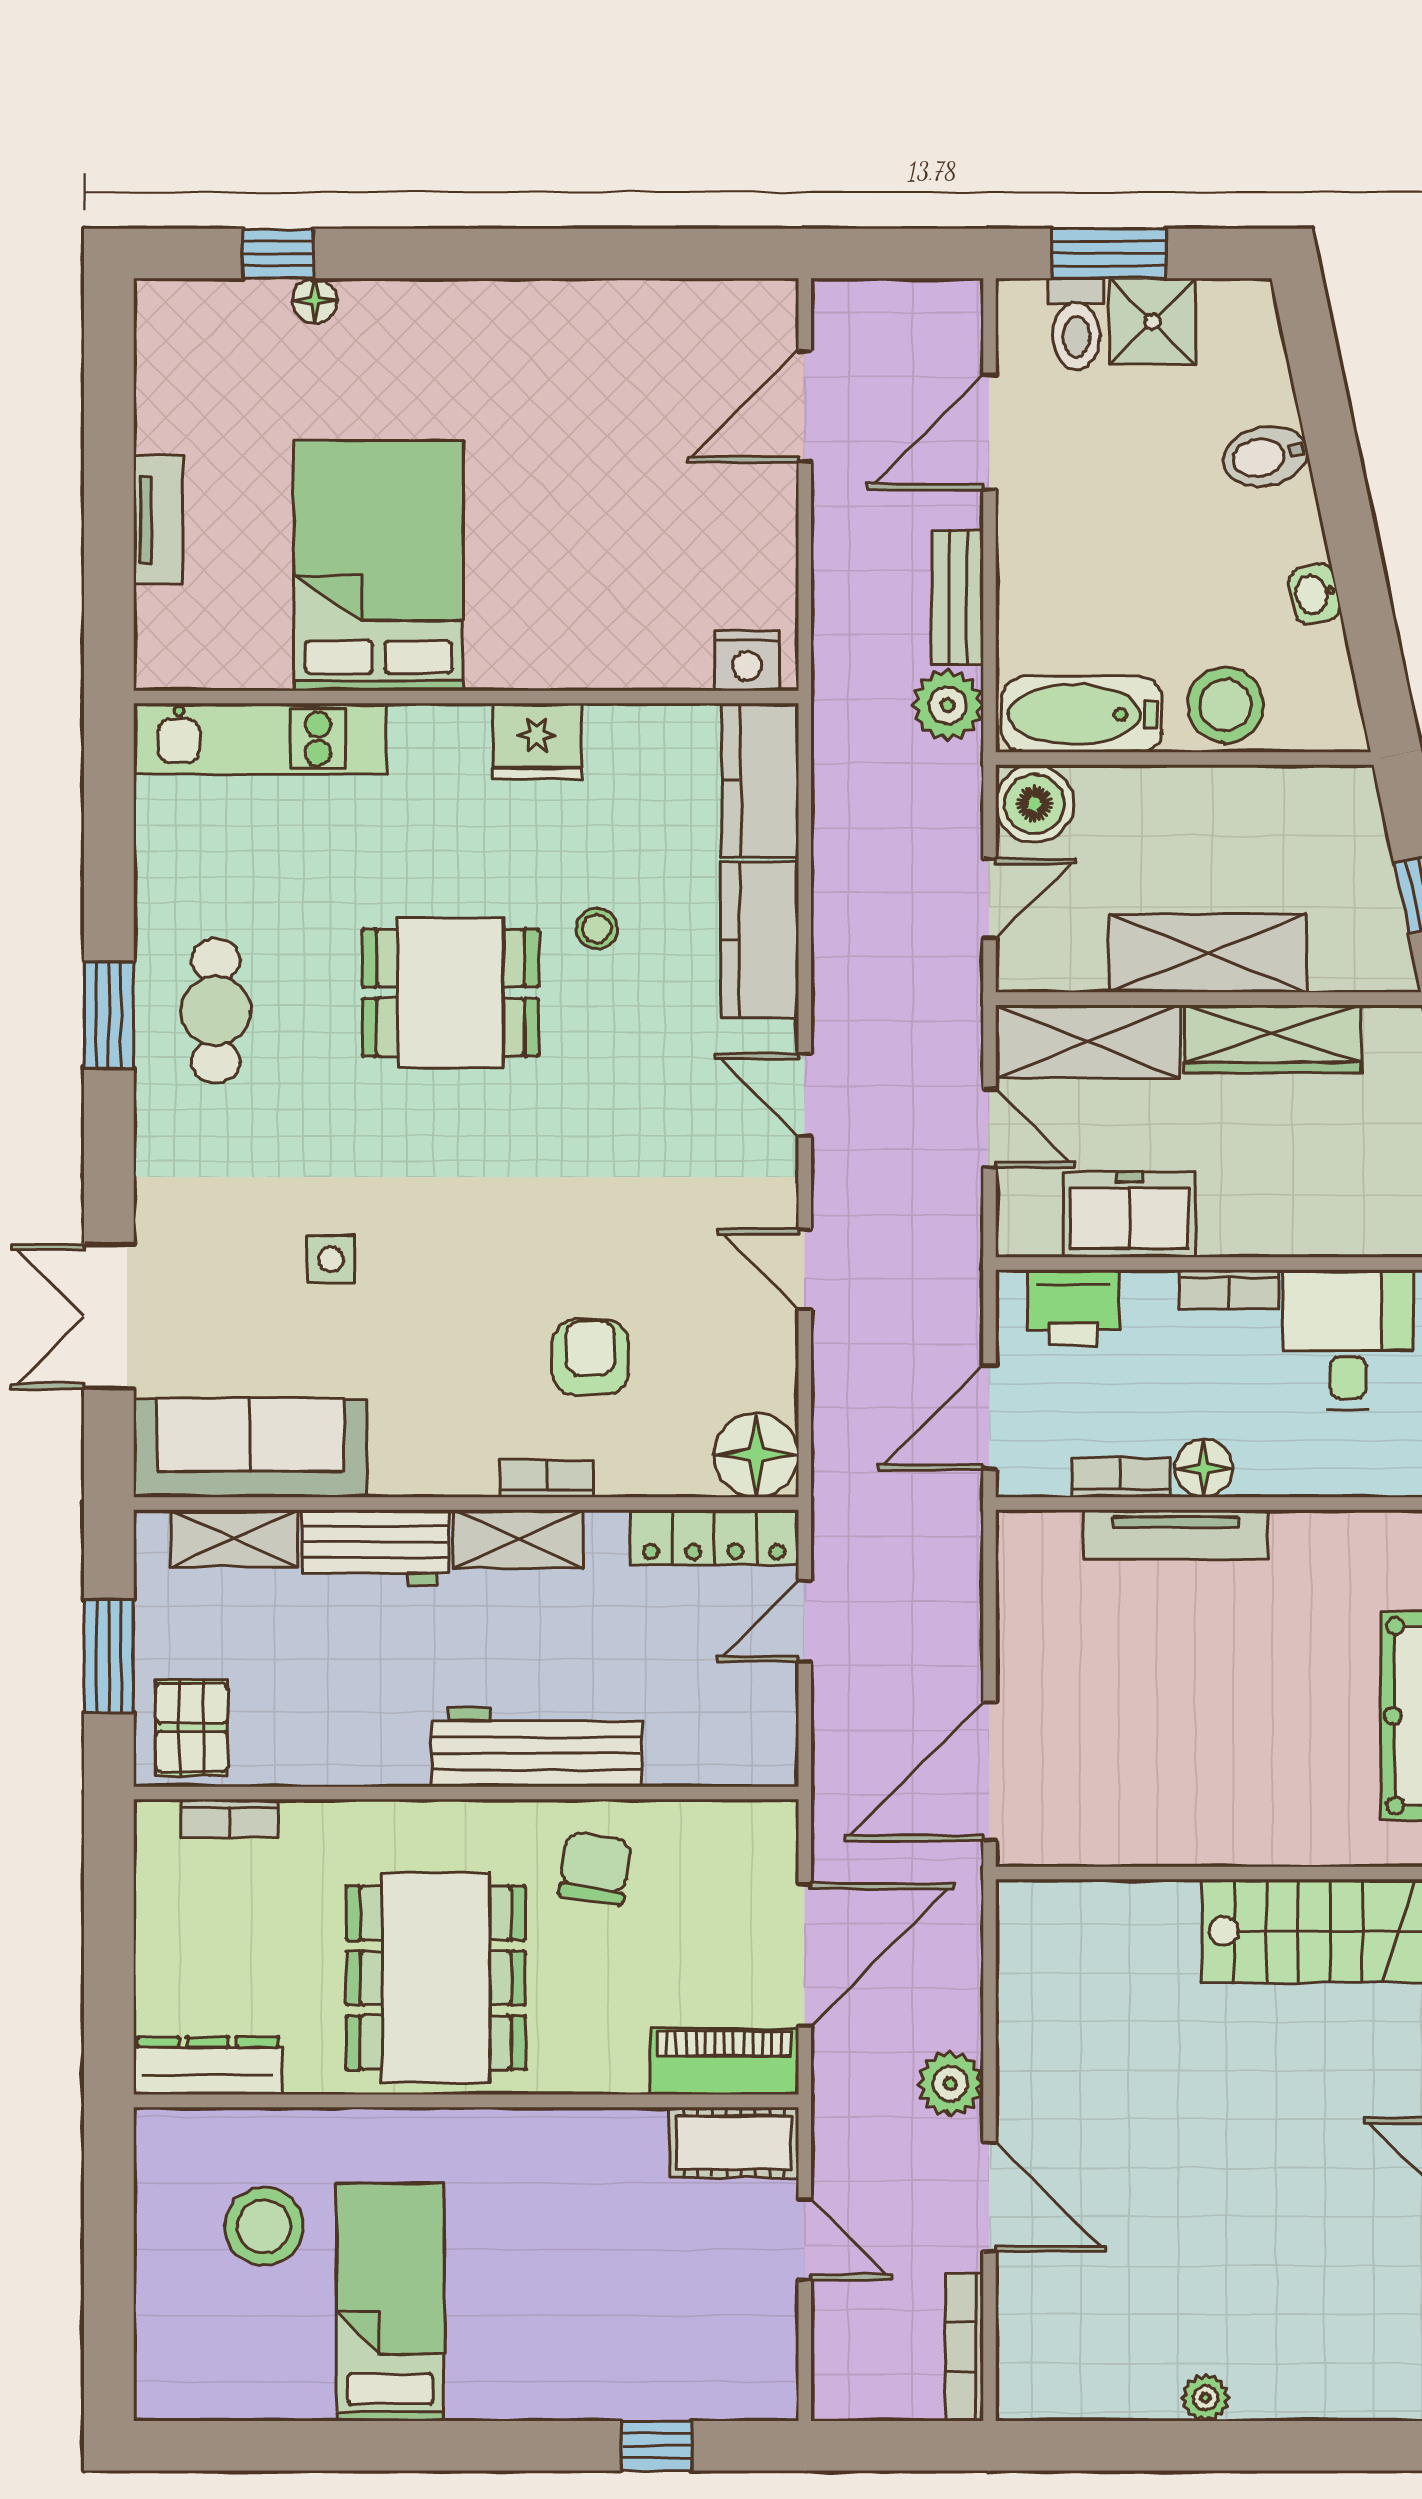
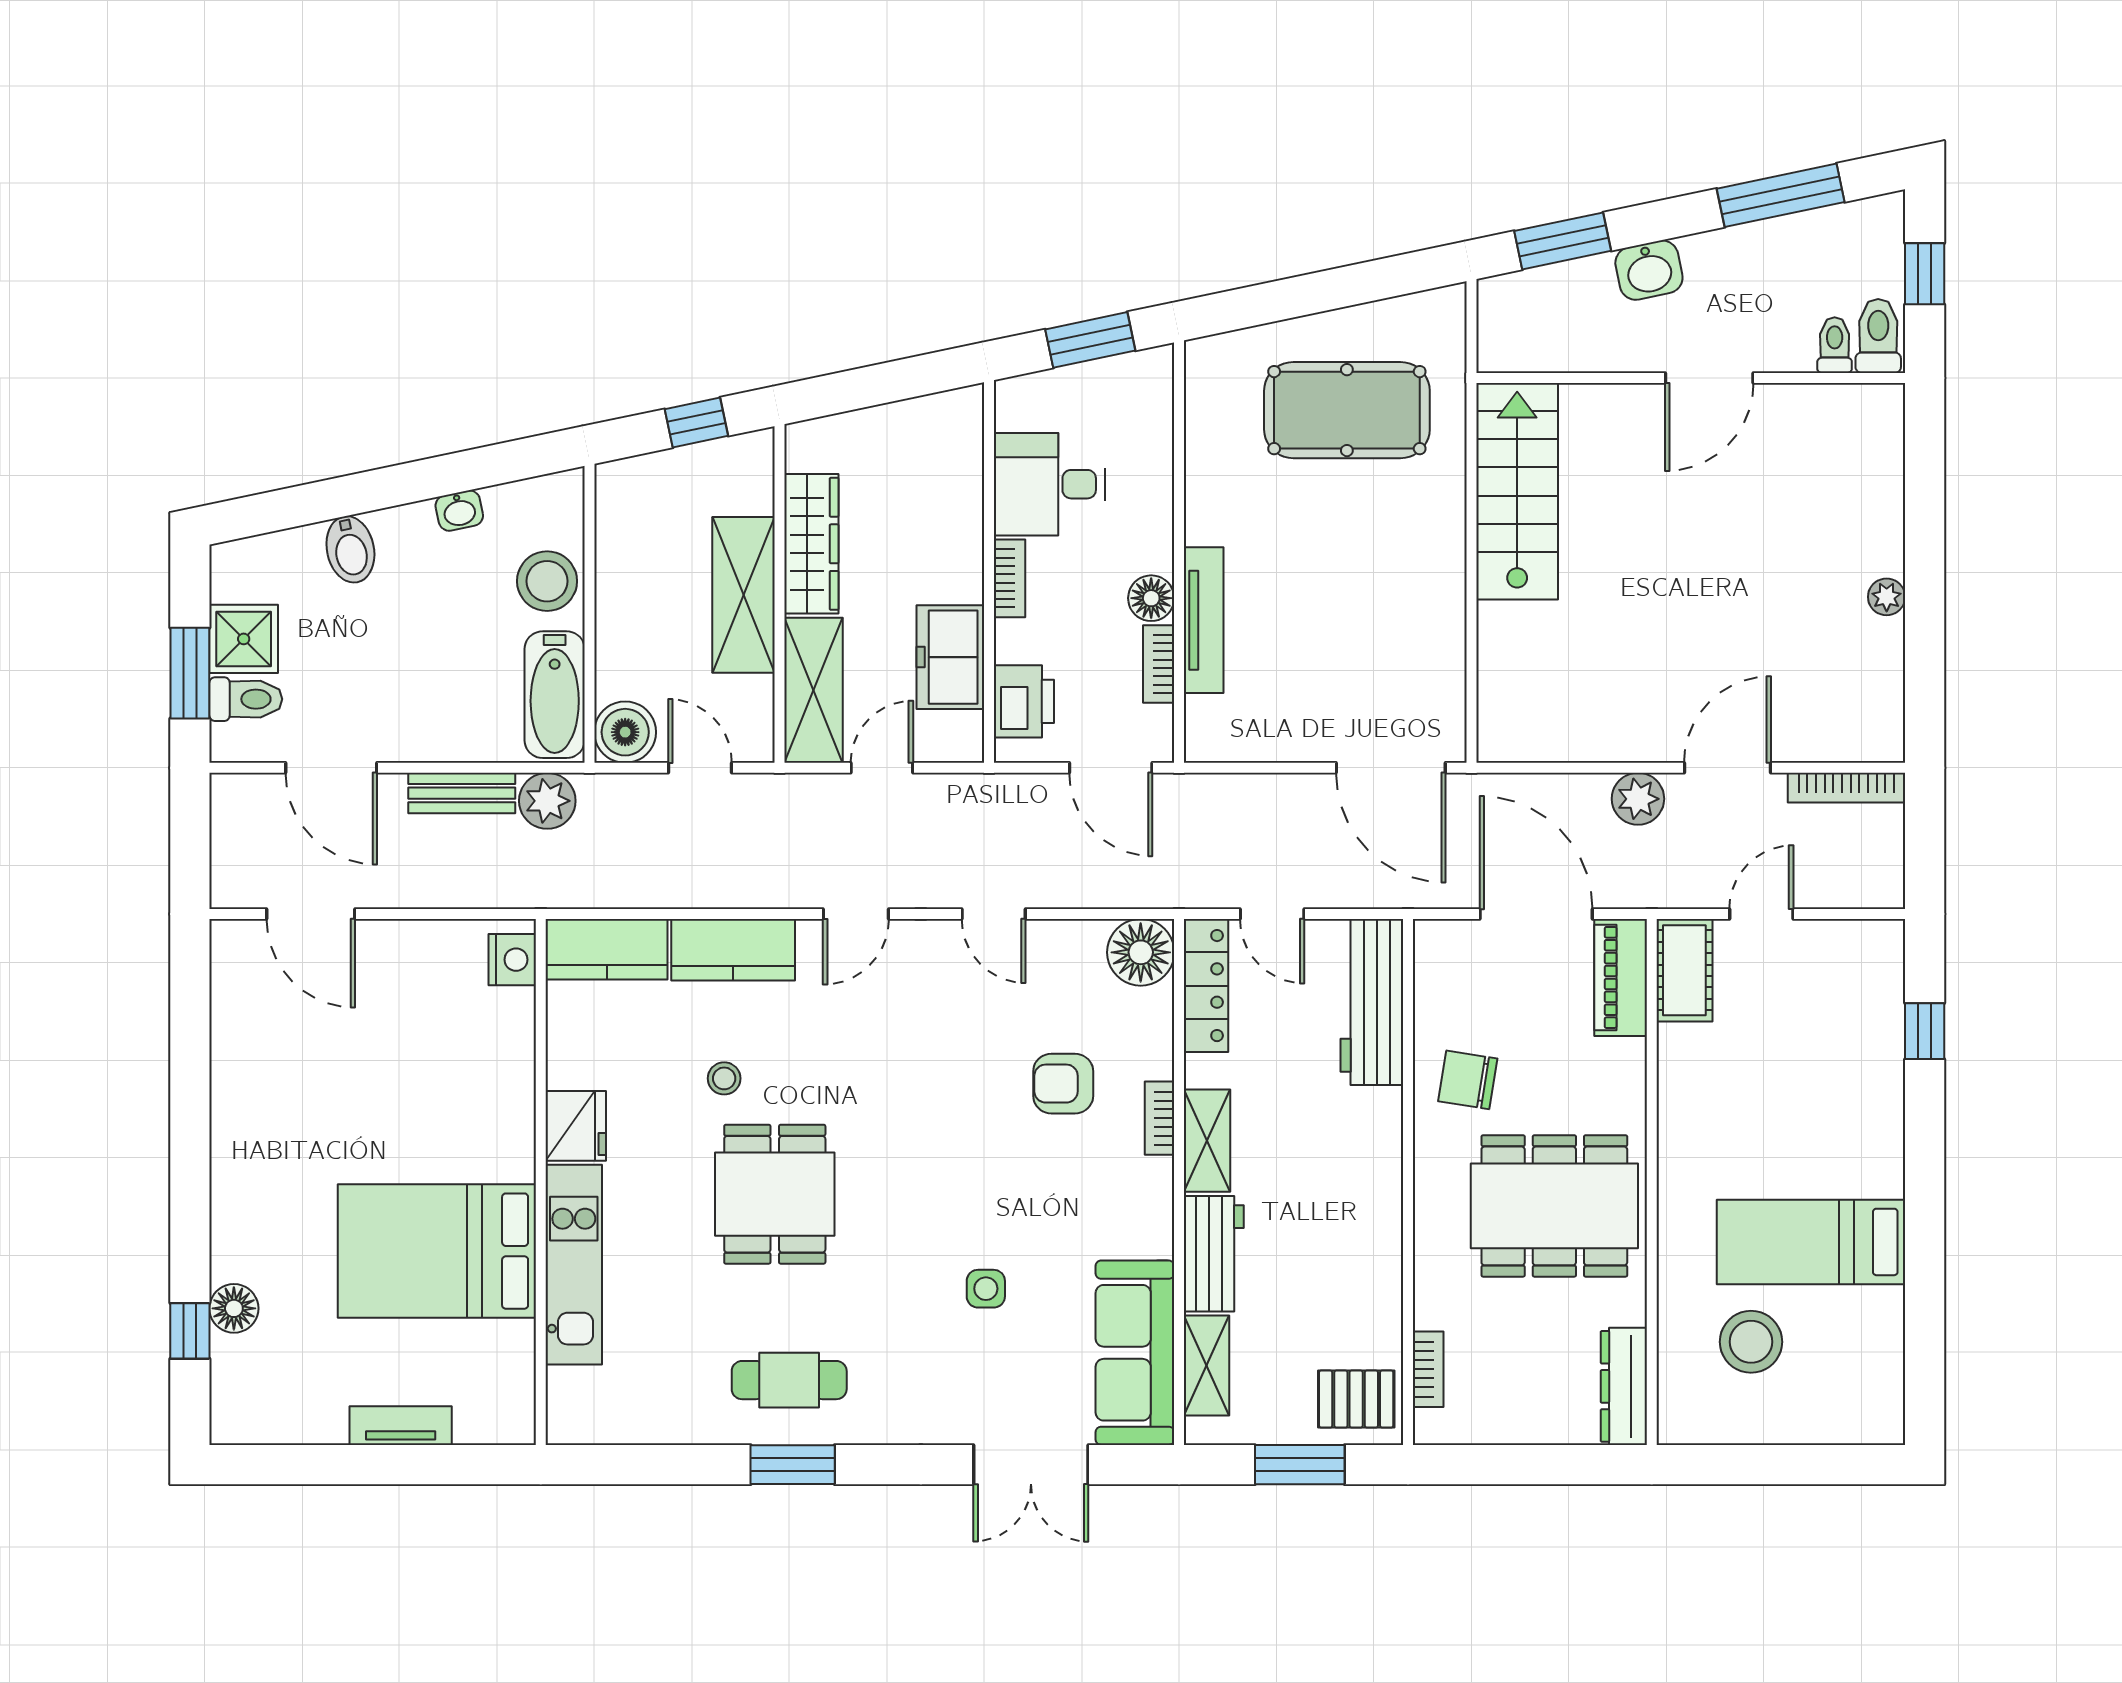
floor lamp: (315, 301) -> (234, 1308), width x1.37, depth x1.37
kitchen unit: (260, 739) -> (574, 1265), moved
door: (805, 1269) -> (994, 914), hinge flipped
workbench: (537, 1747) -> (1372, 1002), moved

